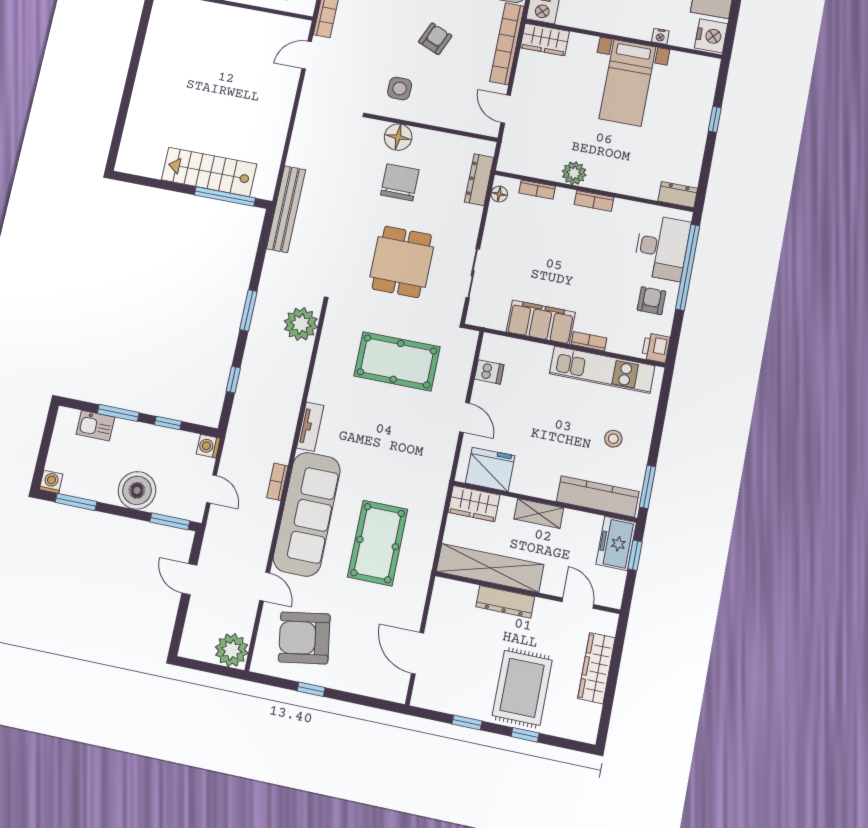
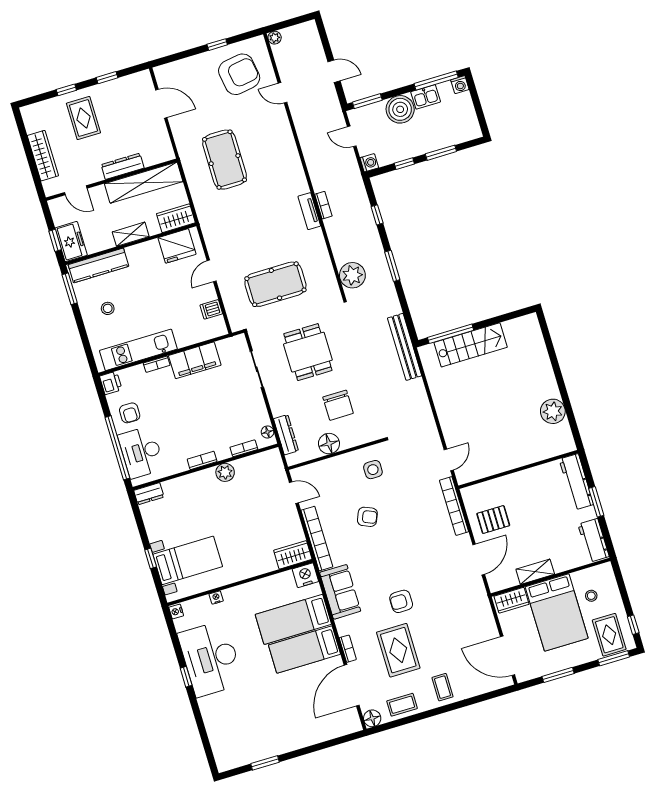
nightstand: (711, 36) -> (176, 611), width x0.53, depth x0.56
armchair: (435, 39) -> (367, 517), turned -90
plant: (158, 49) -> (553, 411), added
bed with nightstands: (627, 83) -> (188, 560), moved, turned 90
floor lamp: (398, 137) -> (329, 444), moved
door: (465, 417) -> (212, 271), hinge flipped
kitchen sink: (95, 426) -> (426, 97), moved, turned 180
bookcase: (277, 482) -> (323, 205), moved
window: (76, 502) -> (436, 81), width x1.44
sofa: (307, 514) -> (281, 154), removed
plant: (232, 650) -> (275, 38), width x0.53, depth x0.53
rug: (522, 688) -> (83, 118), width x0.73, depth x0.70

